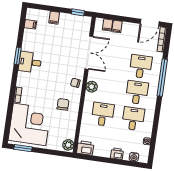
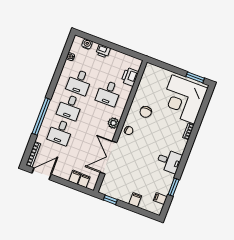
window: (18, 56) -> (174, 187), moved
plant: (68, 145) -> (149, 71), removed
printer: (85, 148) -> (130, 77), moved, turned 90

